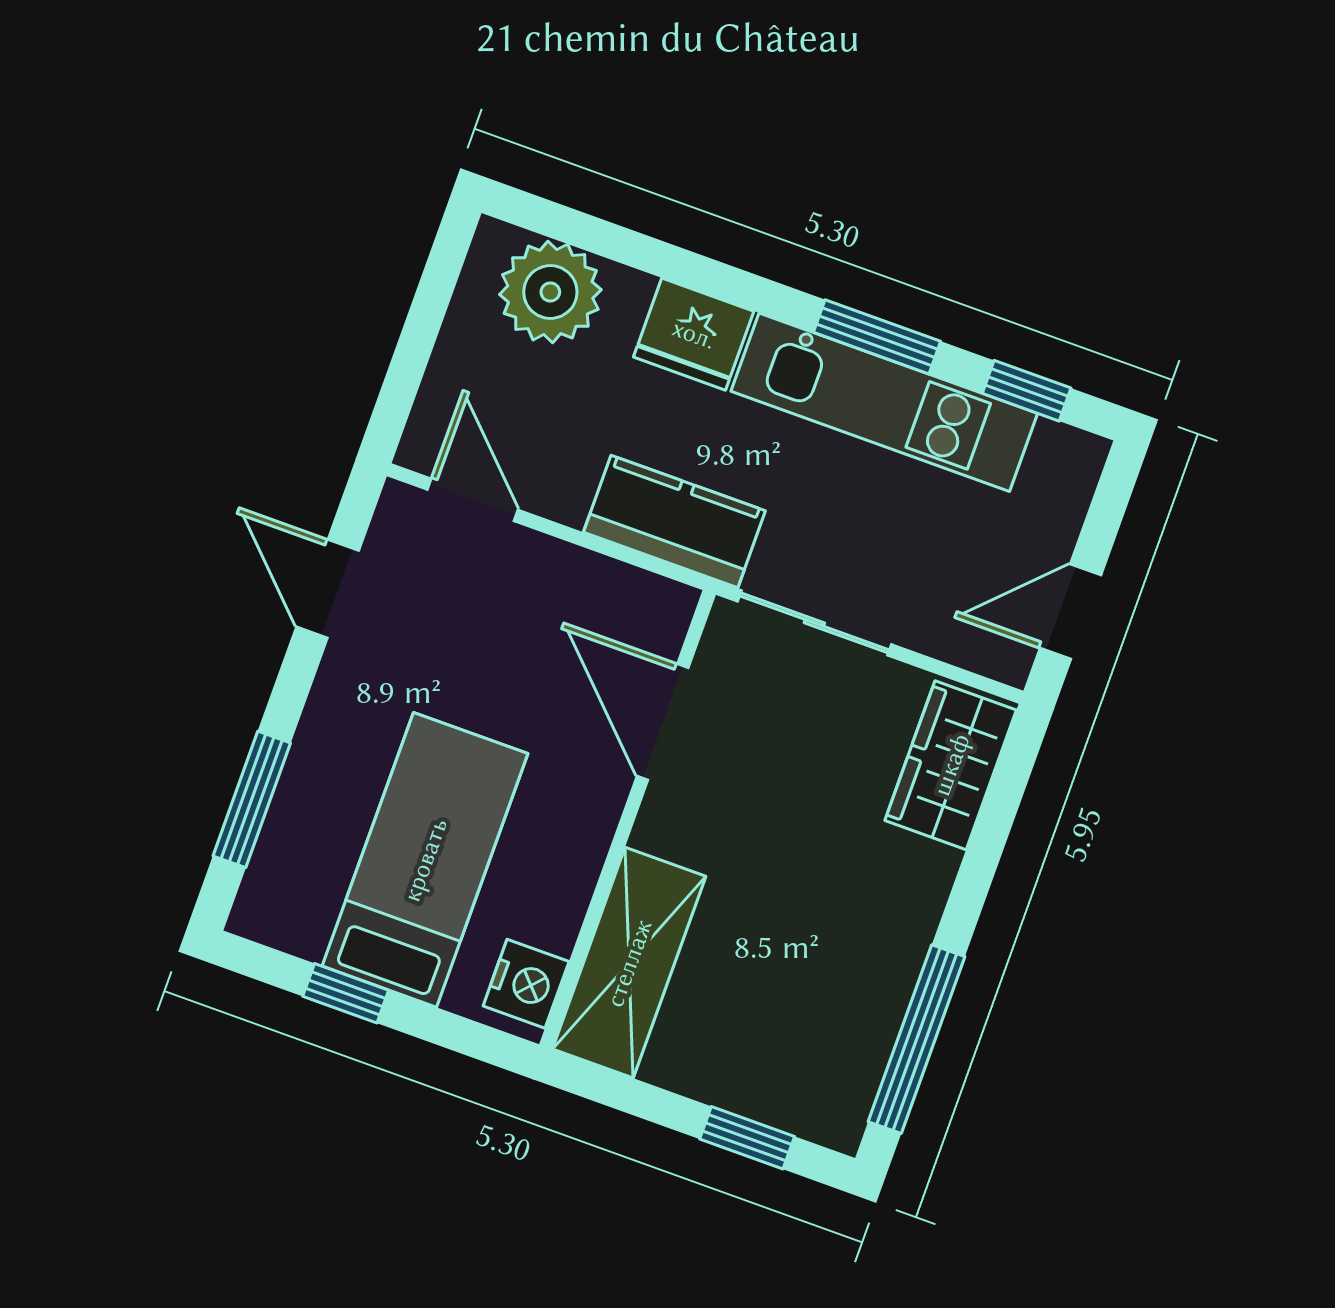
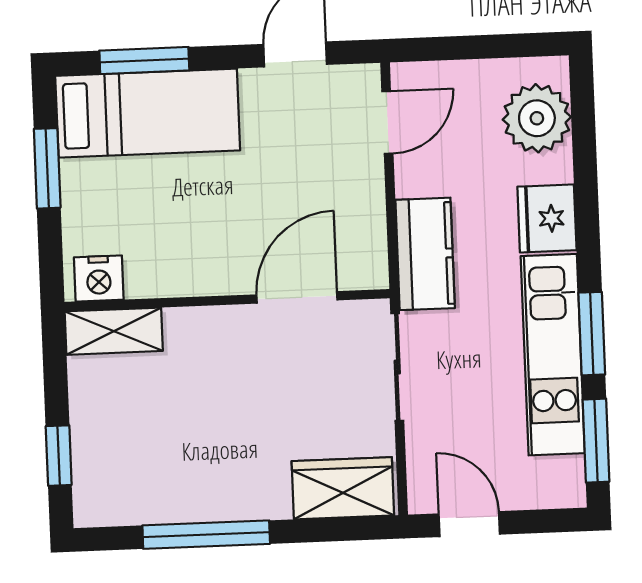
window: (1027, 391) -> (596, 441), width x1.50
bed: (425, 860) -> (148, 113), moved
shelving: (629, 963) -> (114, 331), width x0.67, depth x0.75
window: (346, 993) -> (47, 168), width x1.50
window: (917, 1039) -> (206, 535), moved

